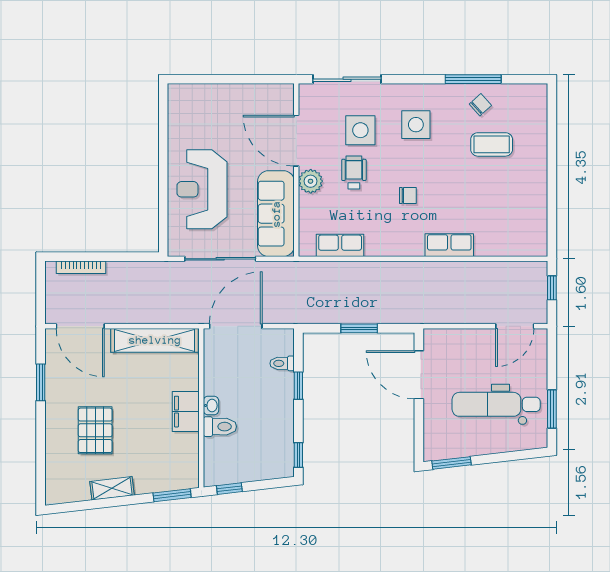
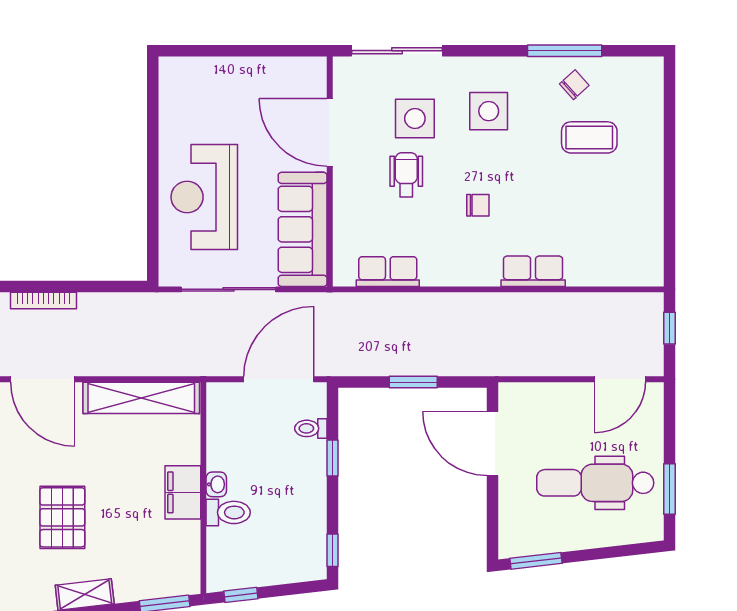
plant: (311, 181) -> (349, 186), removed
door: (236, 326) -> (279, 379), moved

